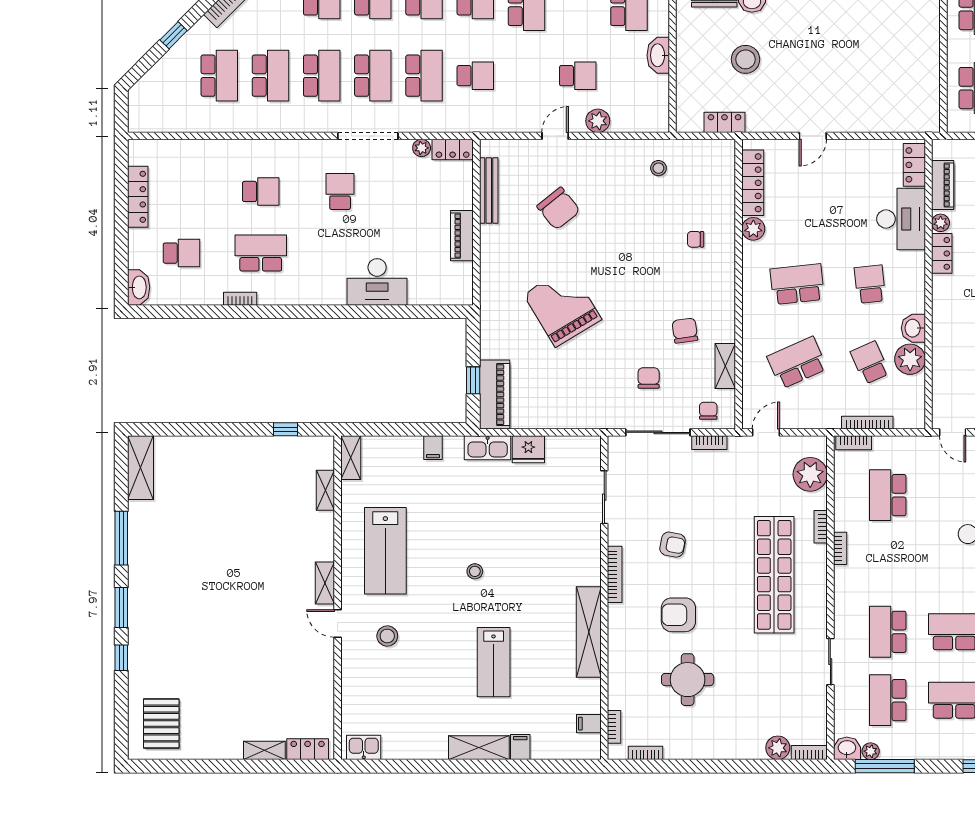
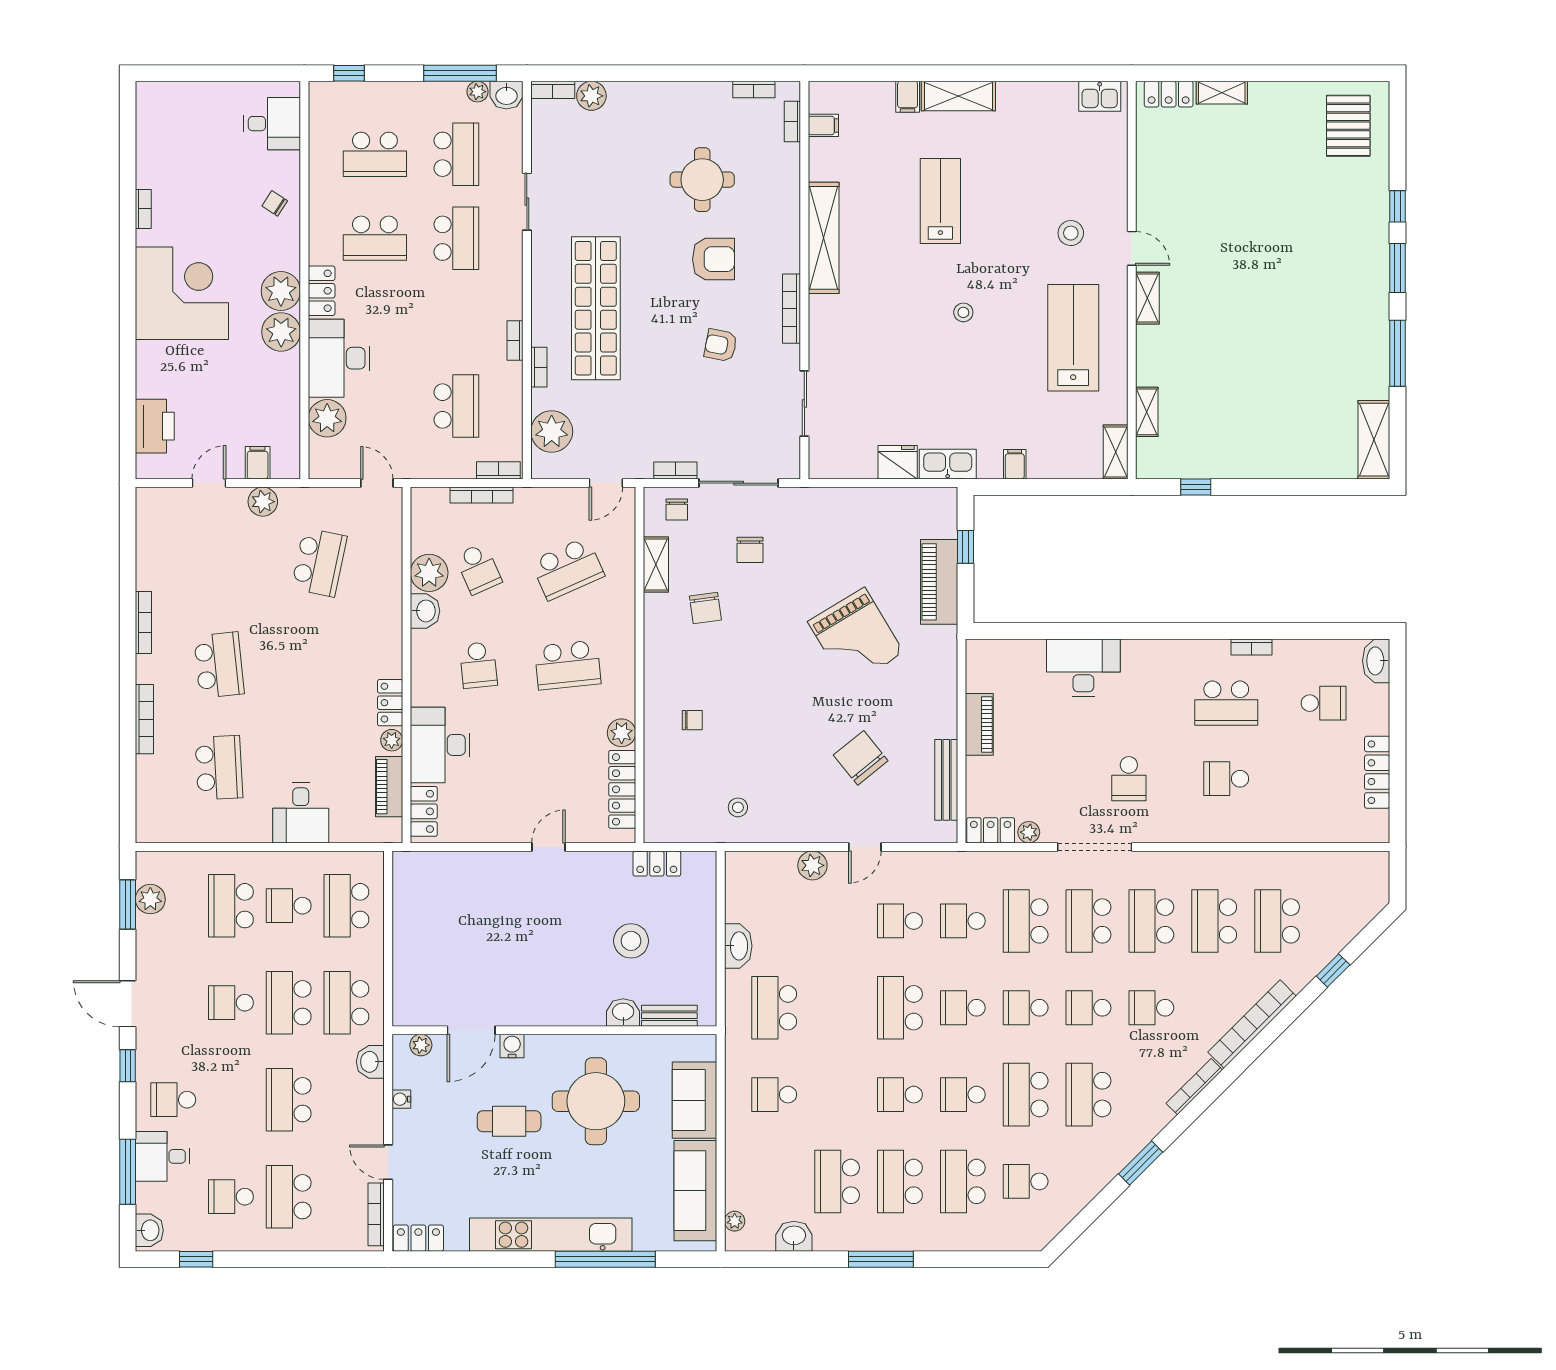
school desk: (578, 76) -> (900, 921), moved
school desk: (181, 253) -> (1324, 703), turned 180
piano: (495, 395) -> (939, 582), moved

